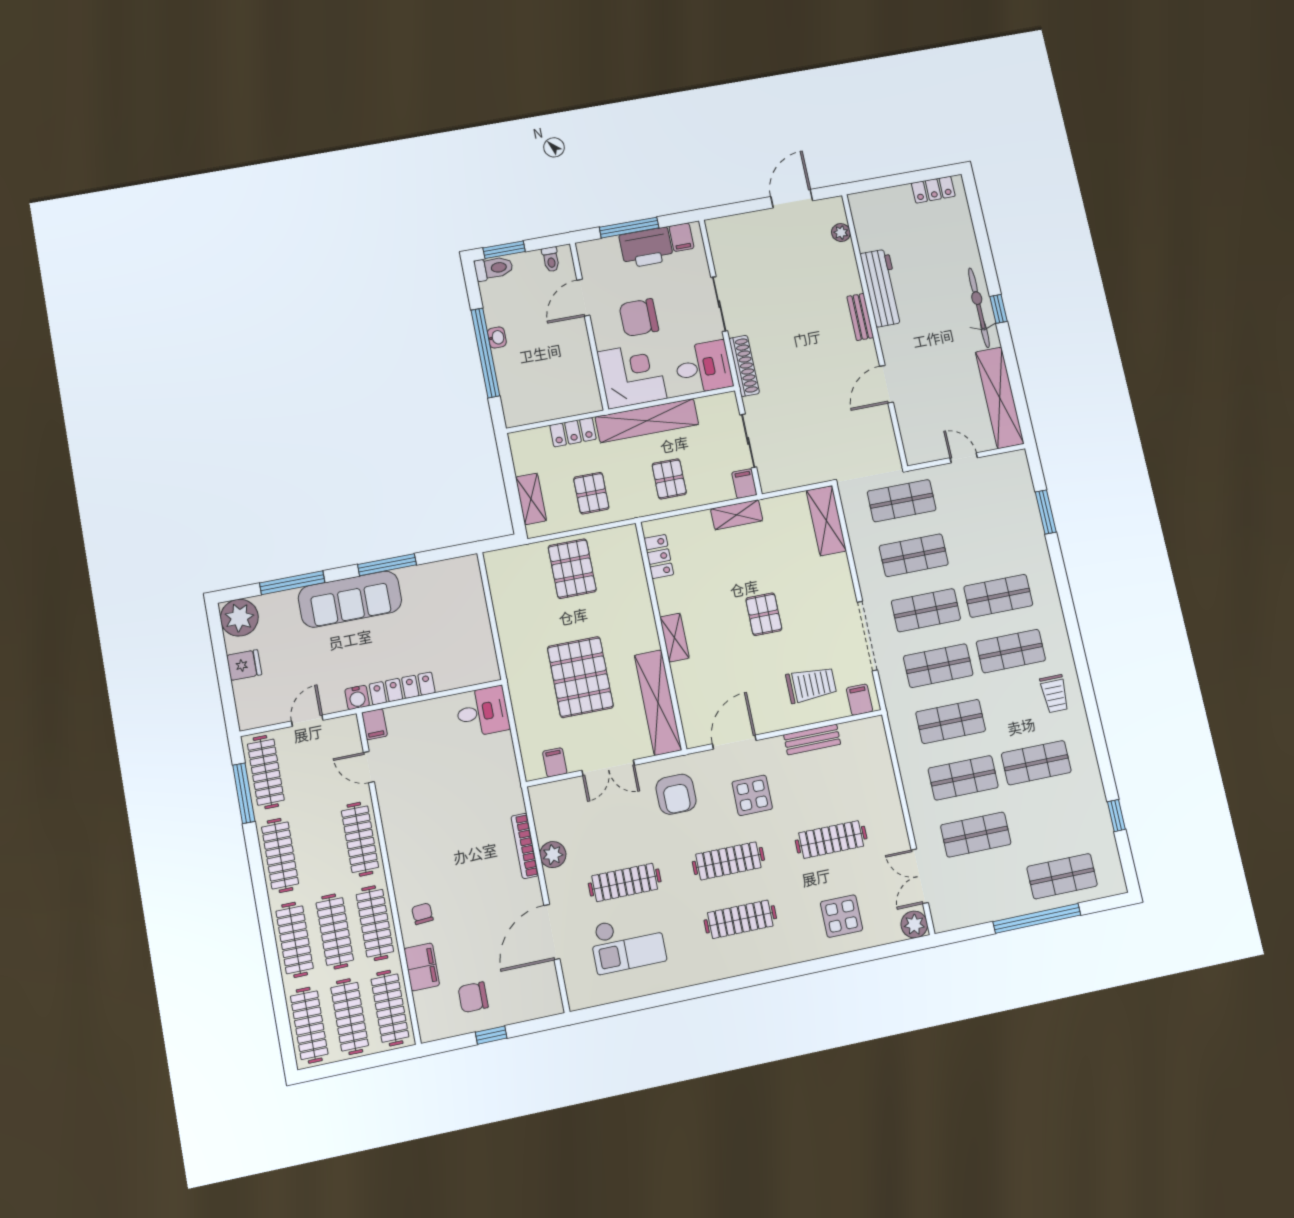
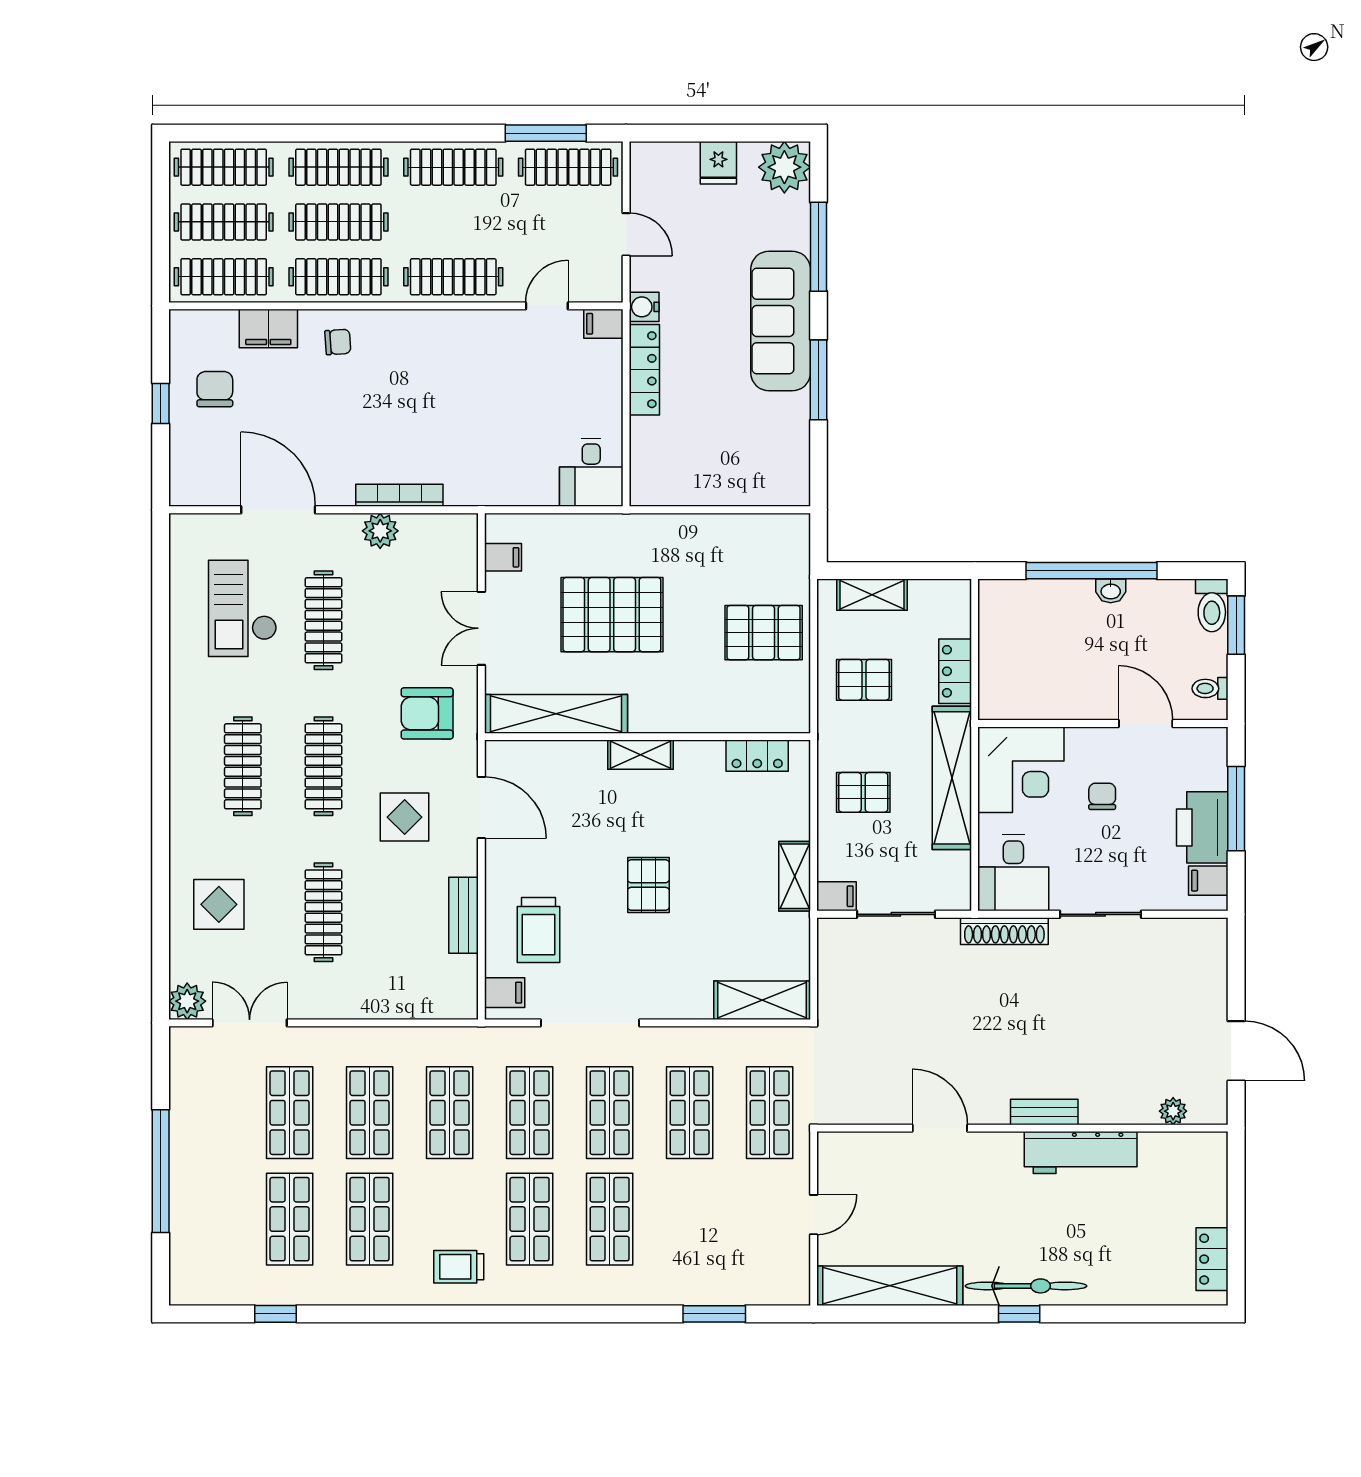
chair: (639, 318) -> (1102, 796), width x0.54, depth x0.54
pallet: (764, 614) -> (648, 885), turned 90
shop shelf: (1062, 876) -> (290, 1219), moved

